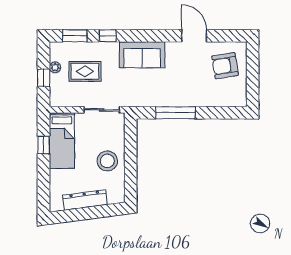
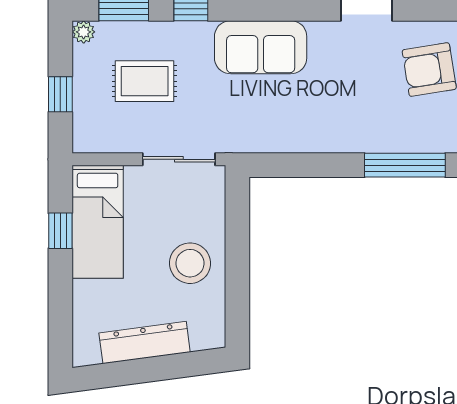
plant: (55, 67) -> (84, 32), moved
window: (175, 113) -> (405, 165), moved

